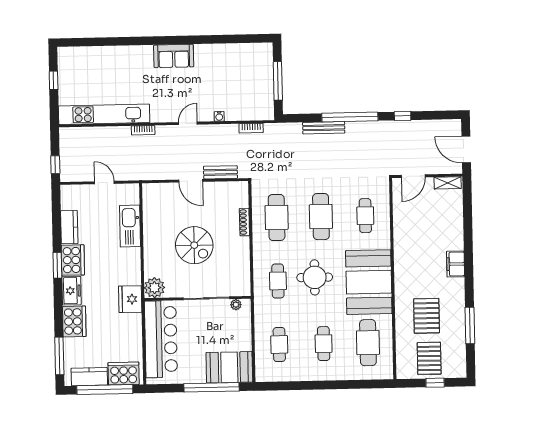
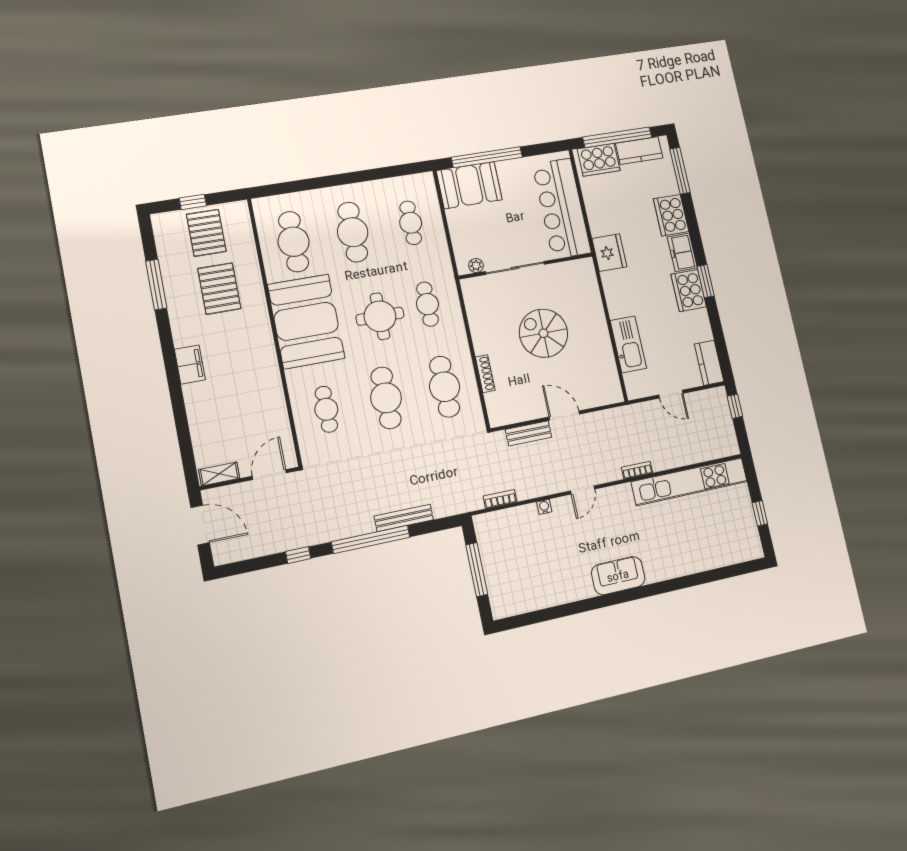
kitchen counter: (69, 227) -> (709, 363), moved
plant: (154, 288) -> (582, 272), removed
cafe table: (324, 344) -> (353, 232), width x1.37, depth x1.35

